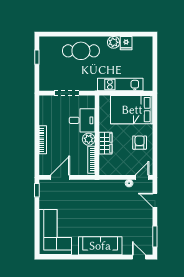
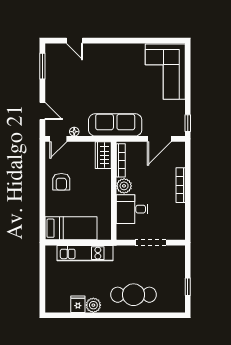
bed: (132, 110) -> (71, 228), width x0.67
wardrobe: (105, 143) -> (103, 155), moved
sofa: (100, 246) -> (115, 125), moved, turned 180
door: (139, 257) -> (75, 41), moved

